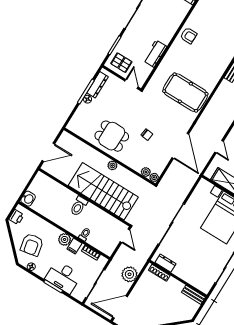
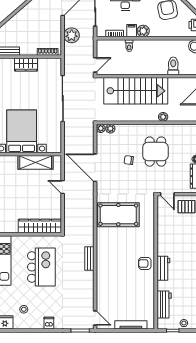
workbench: (155, 54) -> (163, 268), moved
dining table: (112, 136) -> (155, 152), moved, turned 90
plant: (112, 165) -> (163, 117), moved
toilet: (79, 206) -> (173, 66), moved
door: (125, 236) -> (95, 65), swing flipped
dresser: (166, 263) -> (47, 63), removed
wardrobe: (185, 273) -> (26, 65), added

